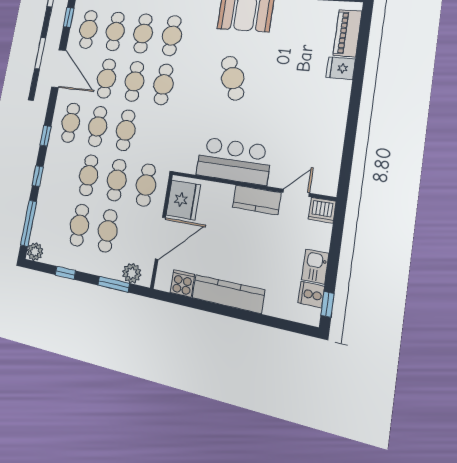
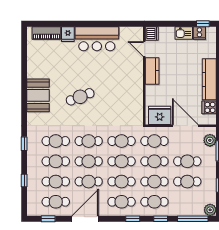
cafe table: (155, 134) -> (122, 141), added
bar counter: (234, 161) -> (97, 39), moved, turned -90
cafe table: (61, 171) -> (154, 202), added

